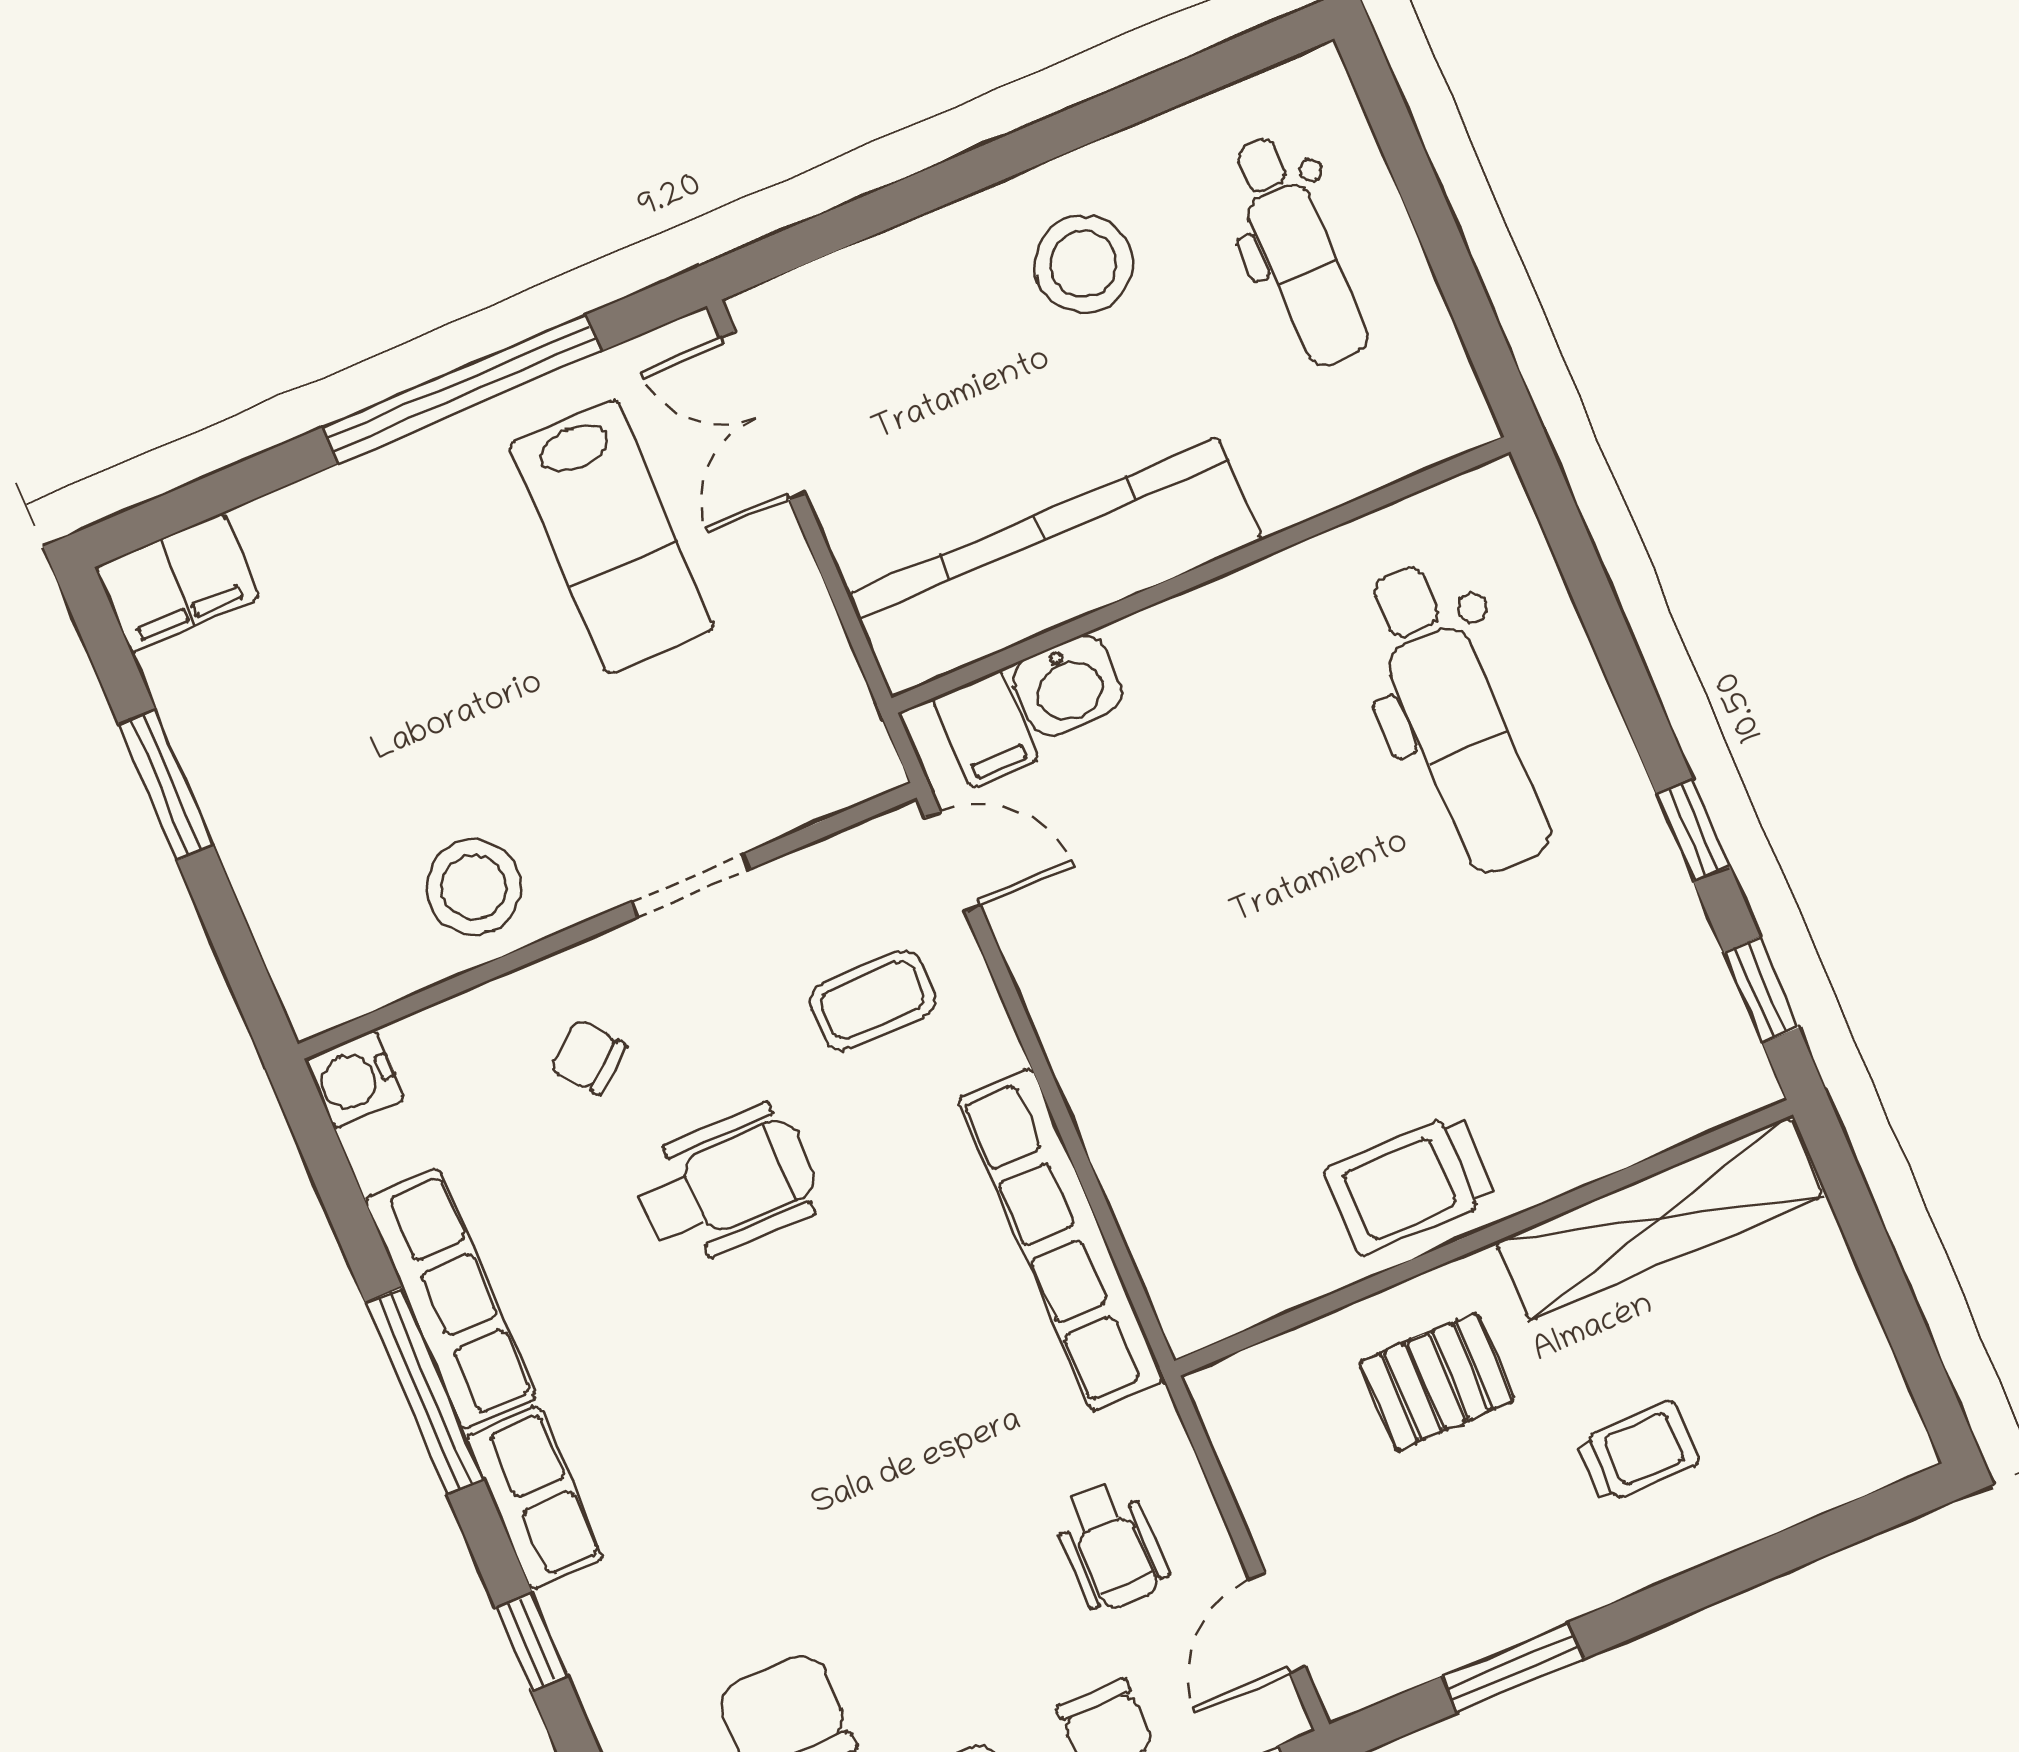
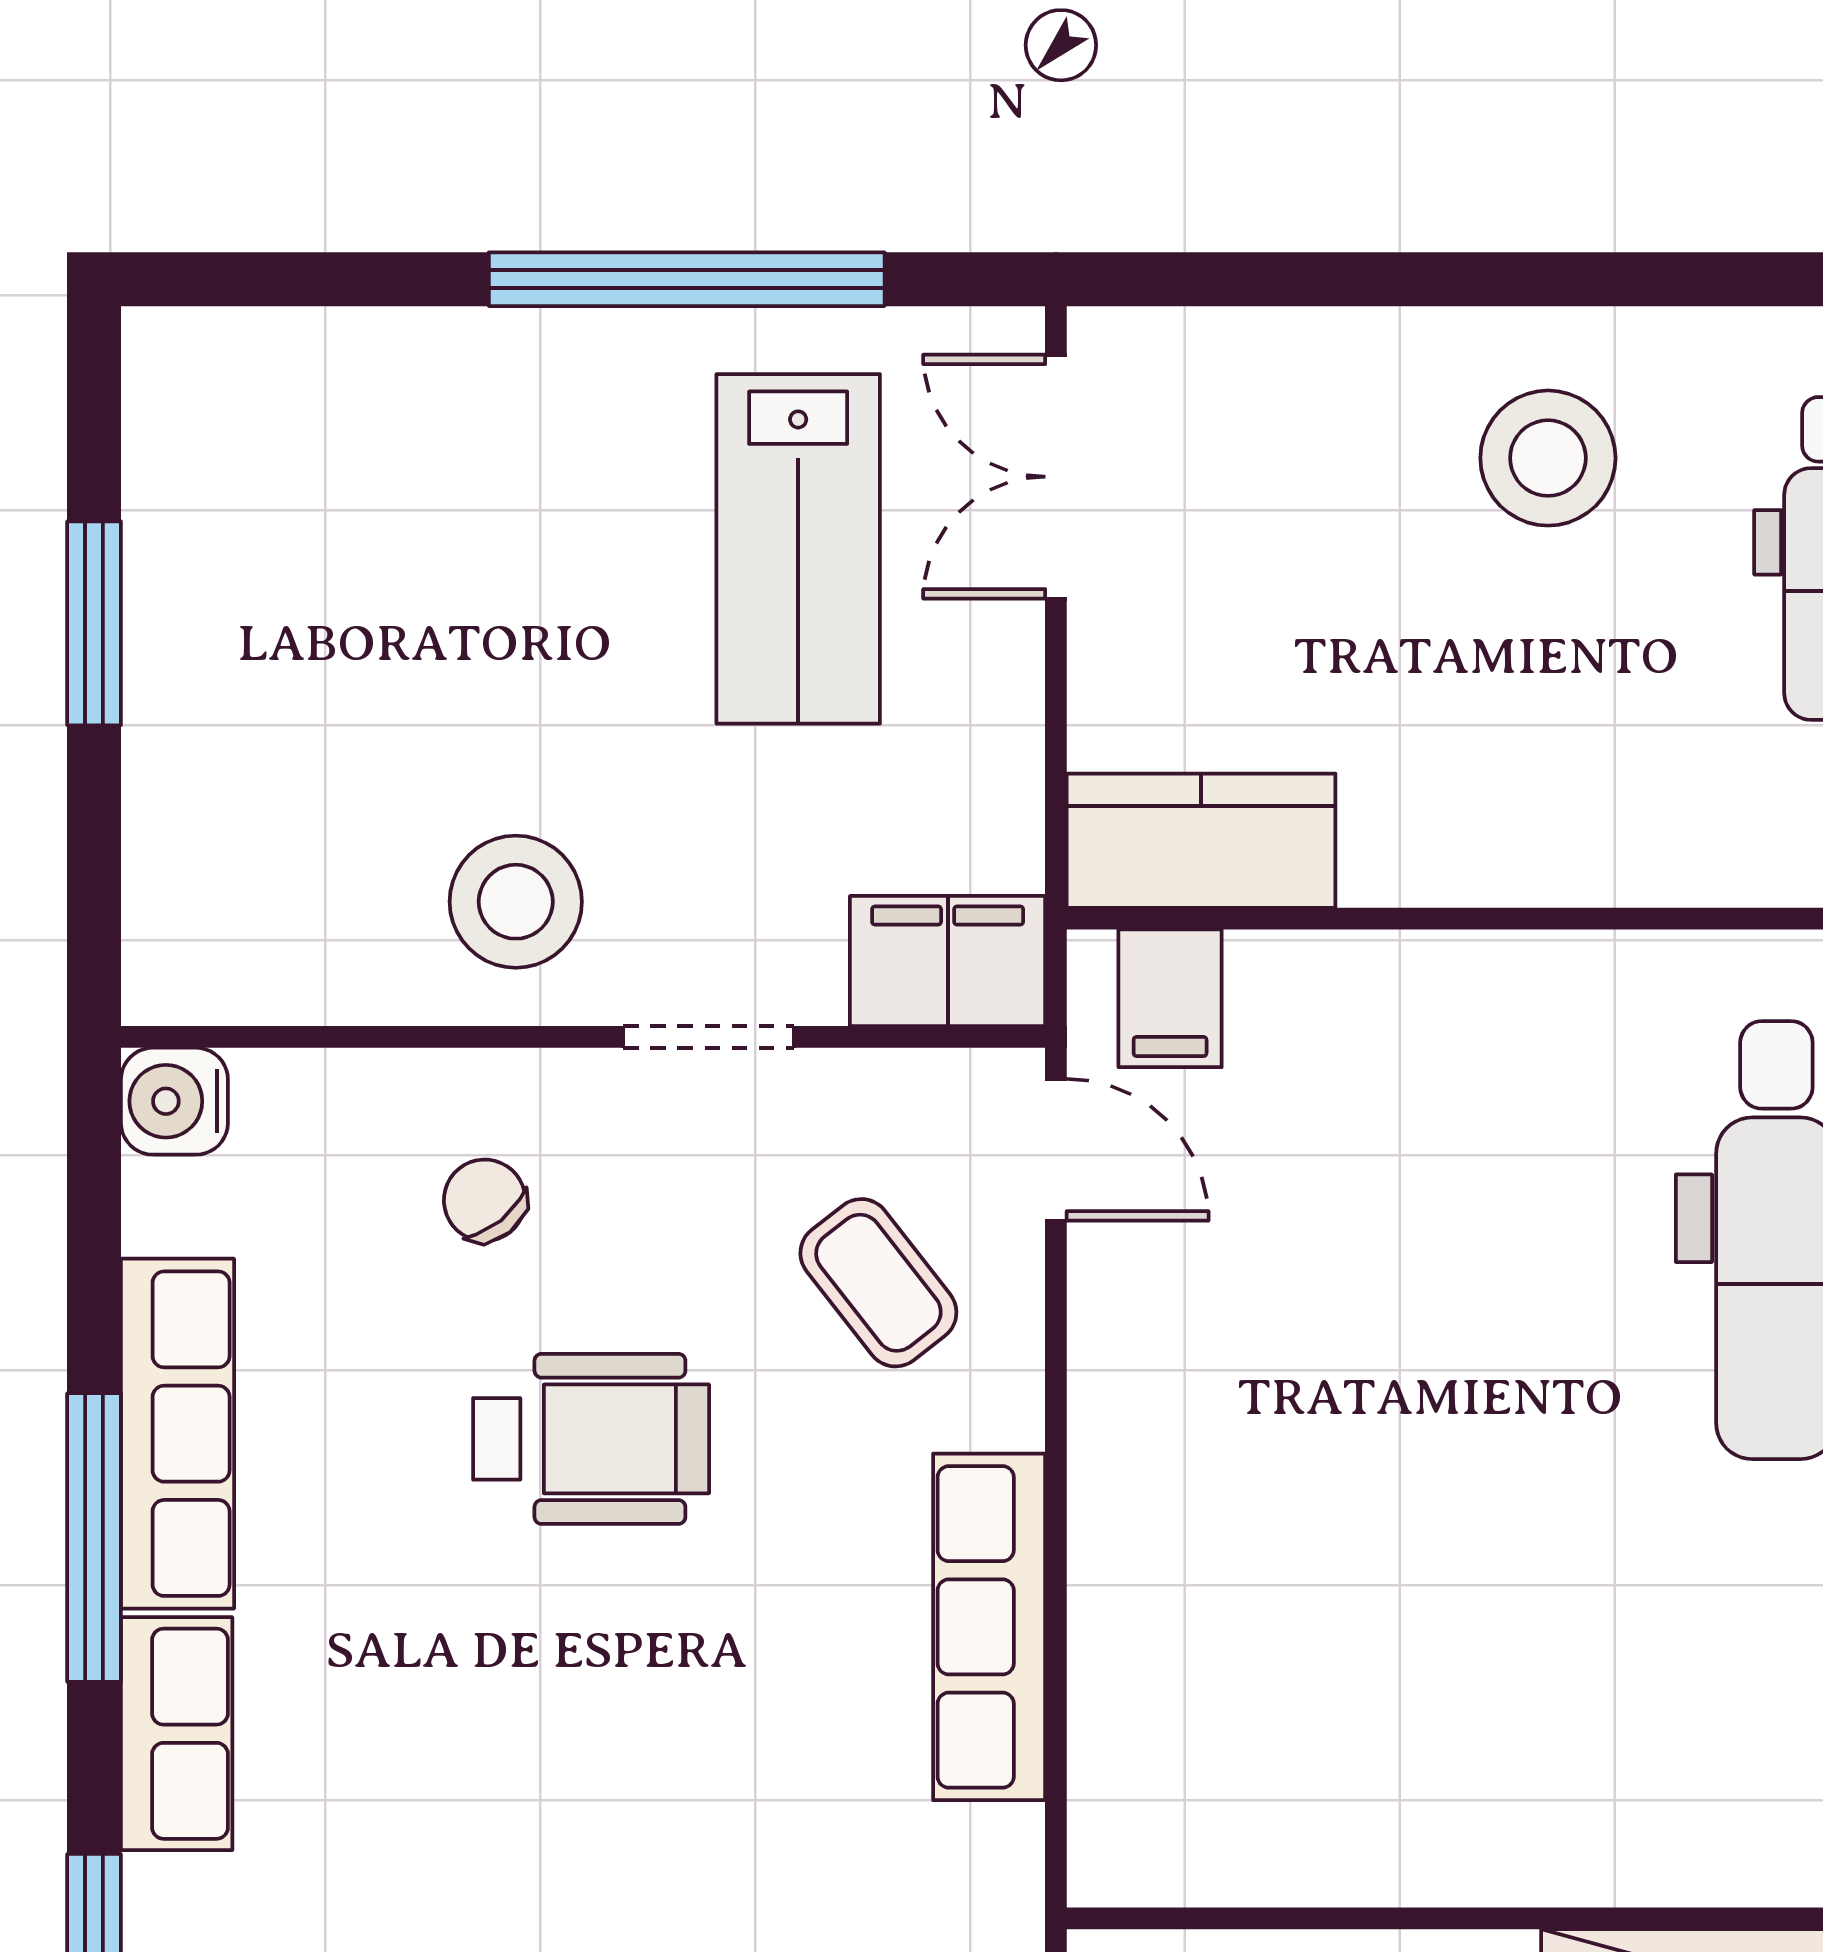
kitchen counter: (1055, 567) -> (1201, 841), width x0.48, depth x0.86
filing cabinet: (177, 583) -> (948, 961), moved, turned 180
washbasin: (1068, 686) -> (1299, 987), removed
stool: (474, 887) -> (516, 902), moved
coffee table: (873, 1000) -> (878, 1283), turned 52
trolley: (1410, 1185) -> (1464, 1810), removed
row of seats: (1061, 1239) -> (989, 1627), width x0.73

